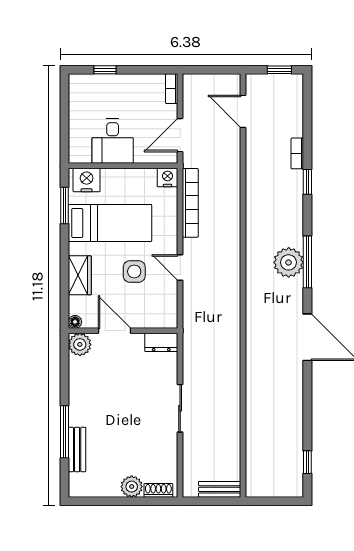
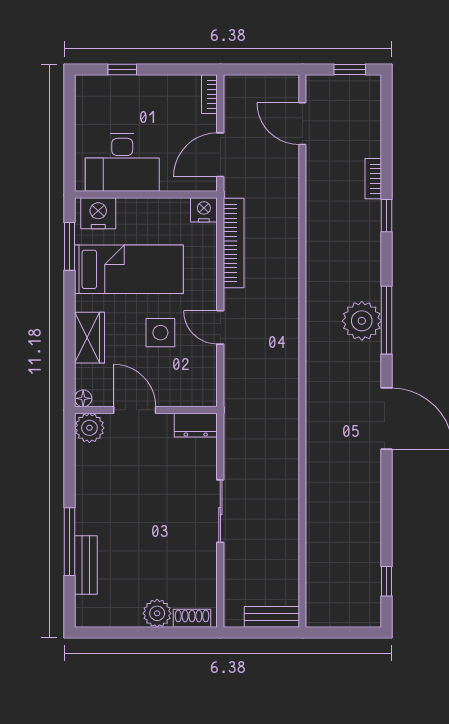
desk: (113, 141) -> (122, 163), width x1.37

